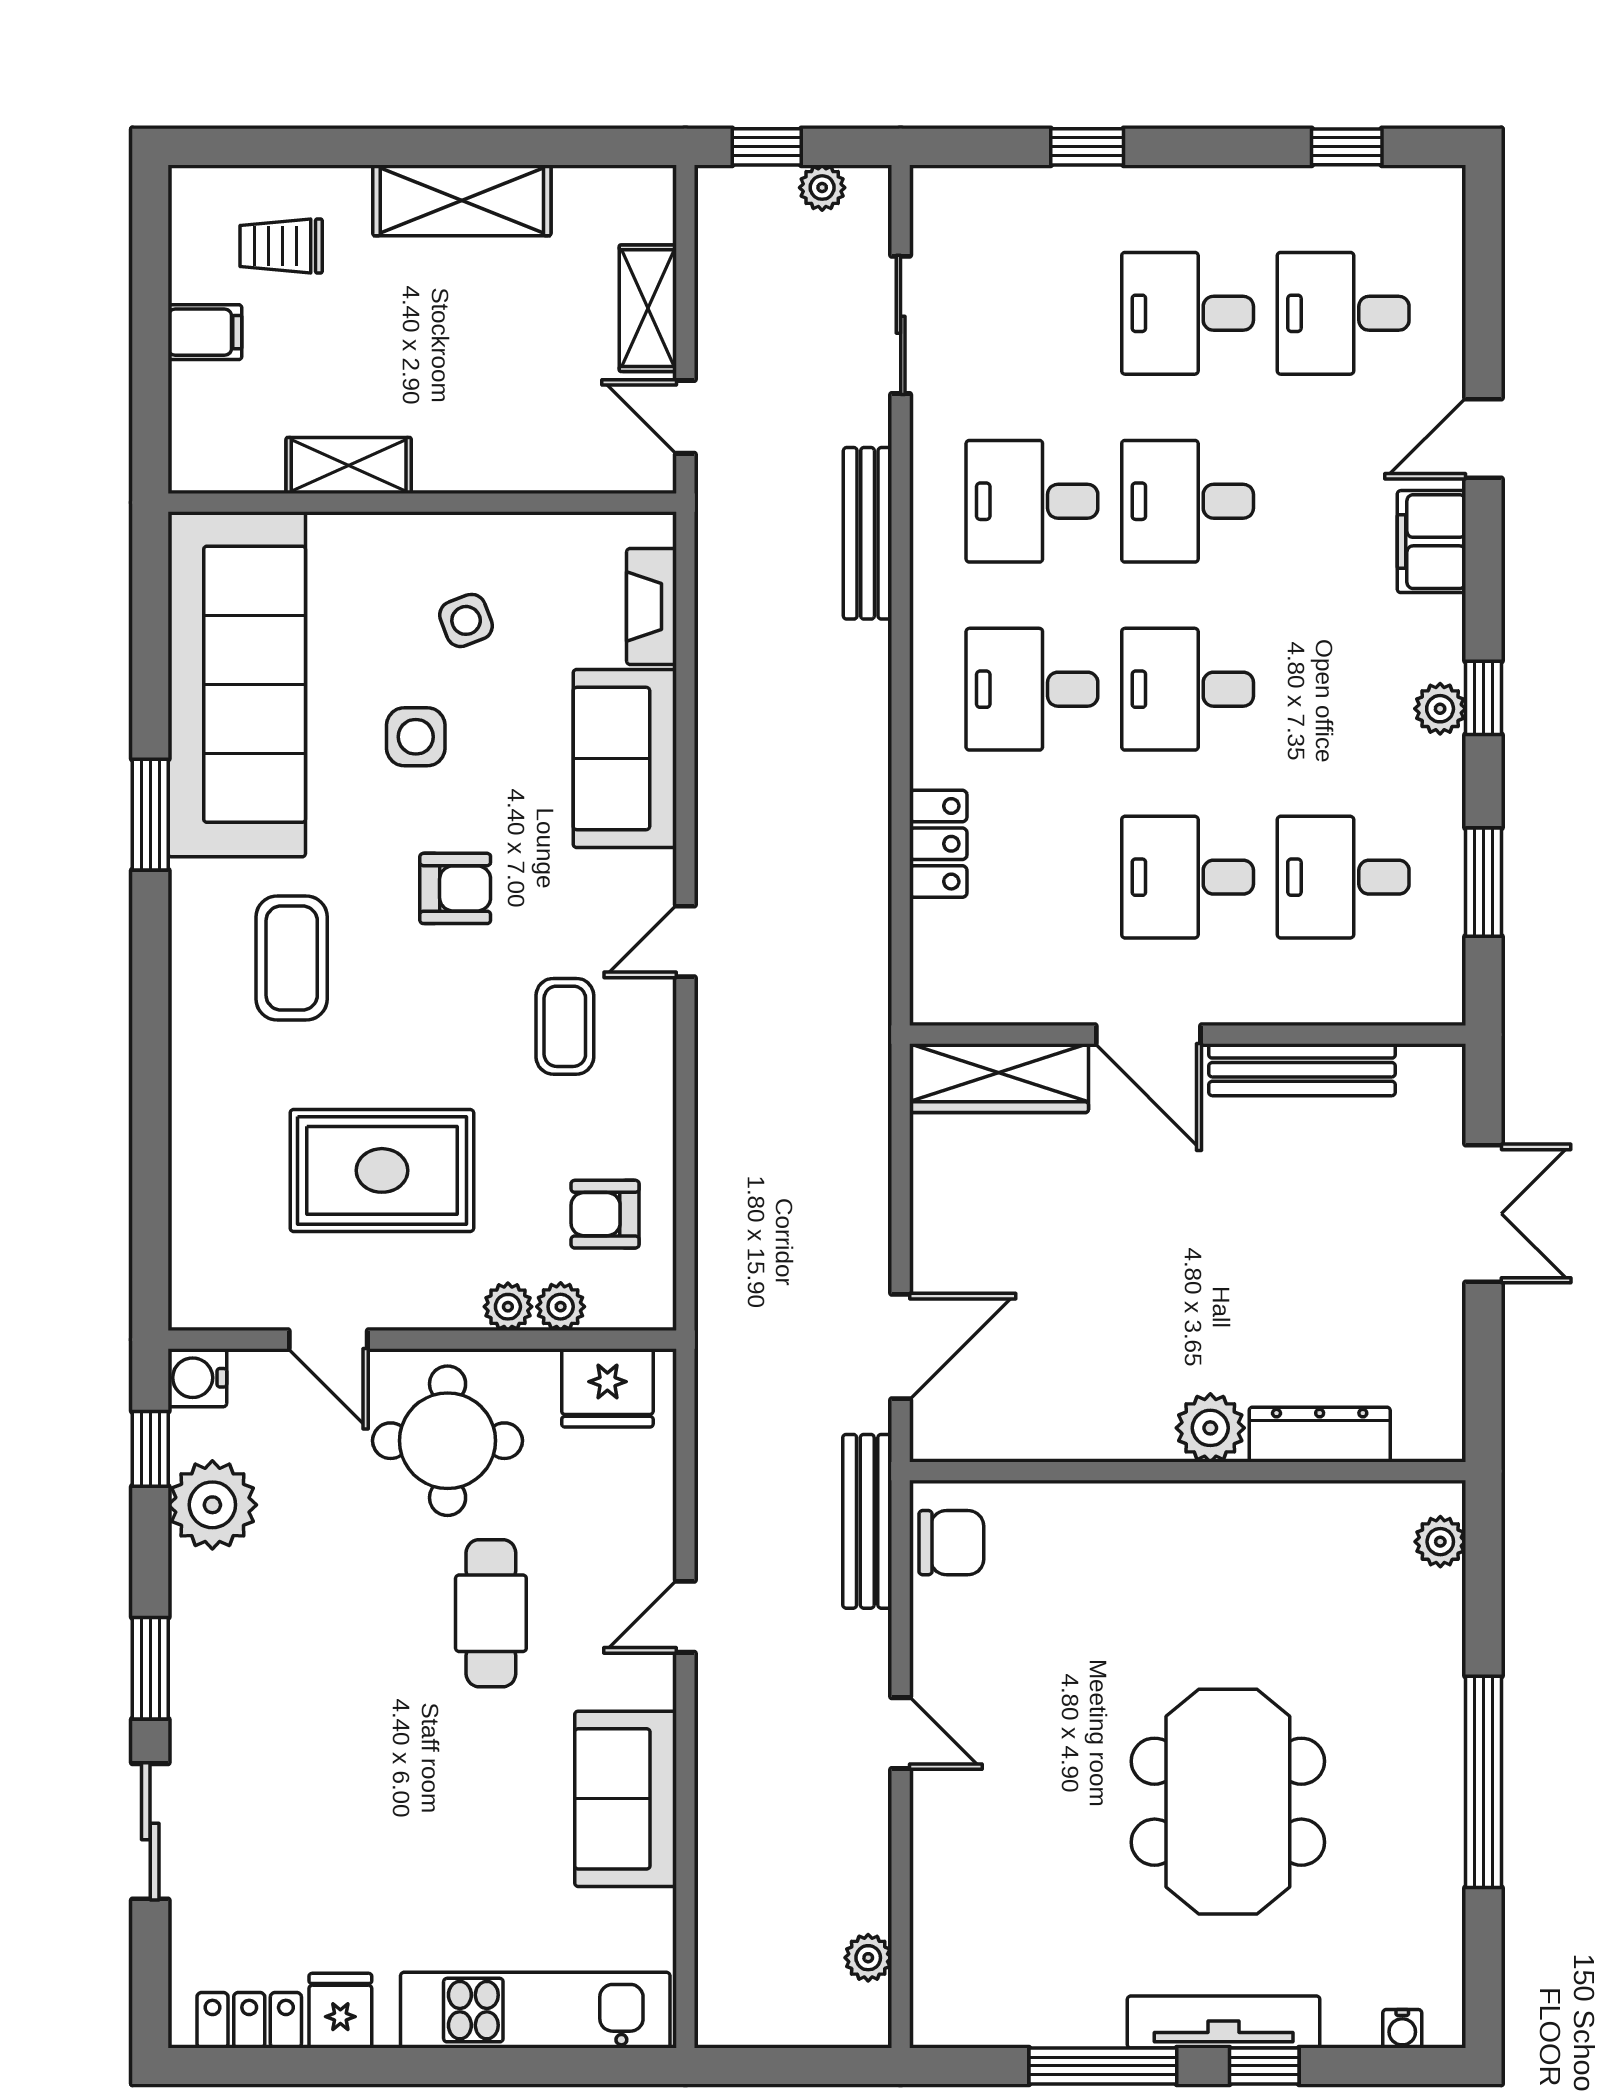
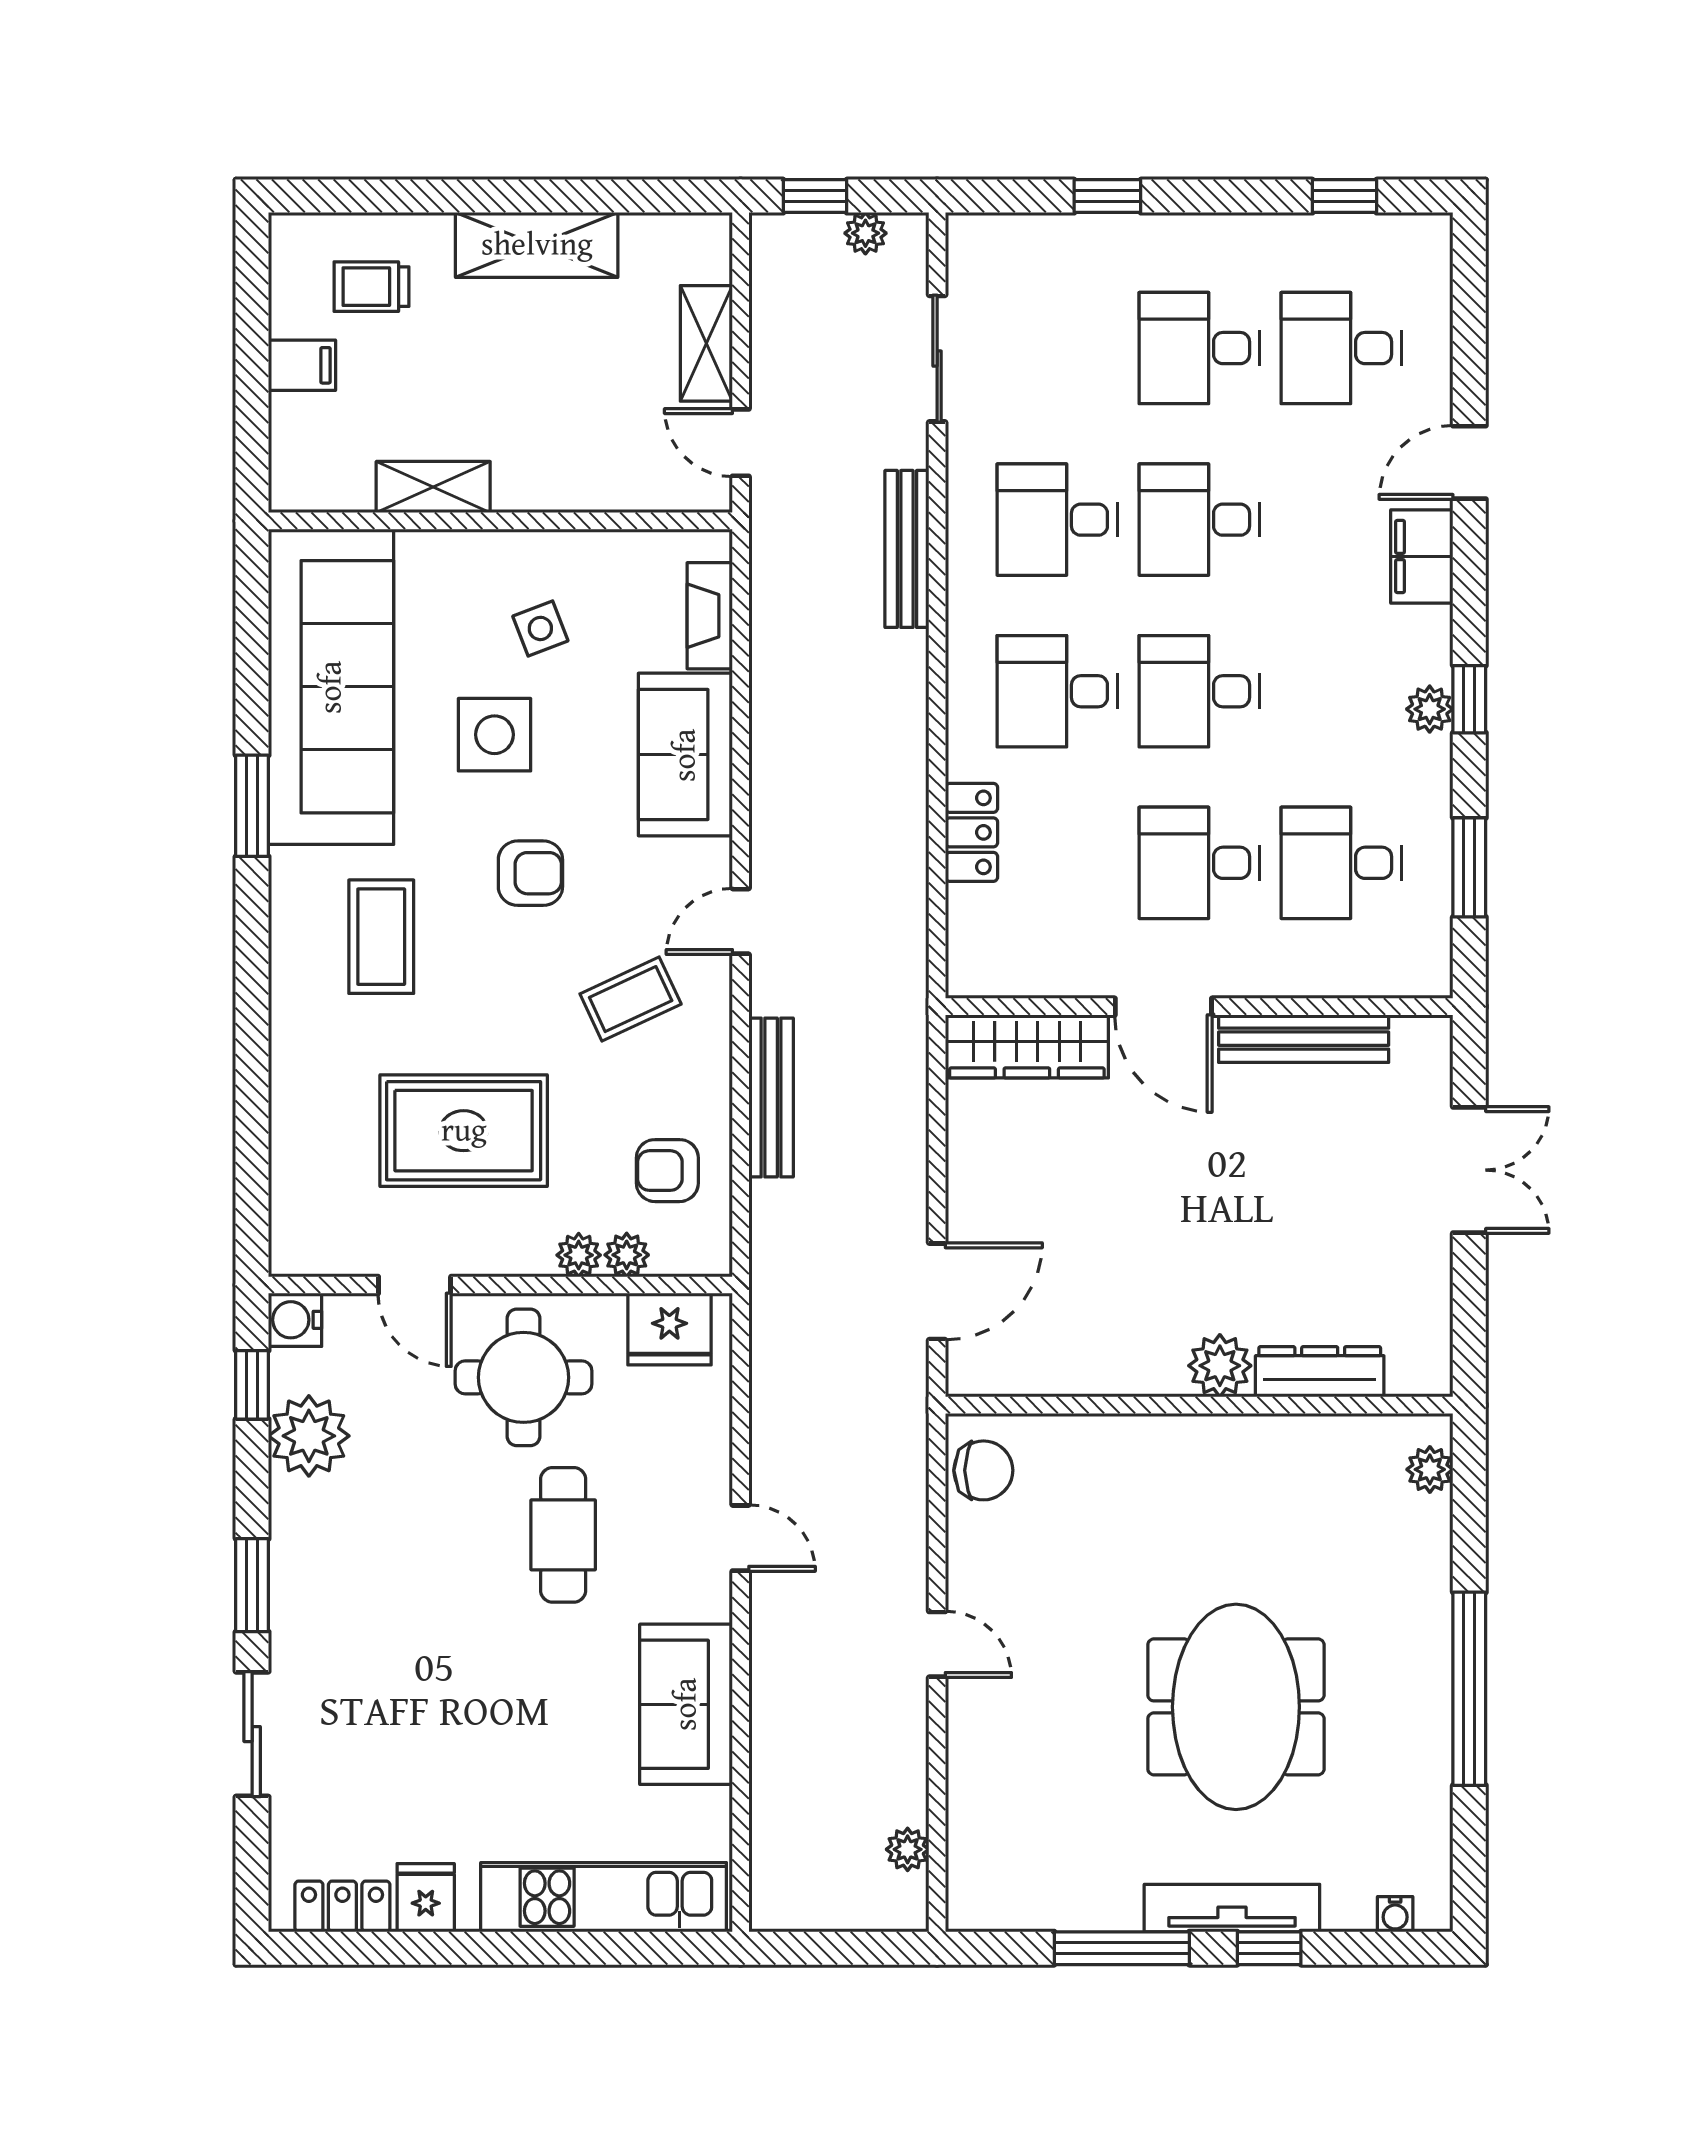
side table: (416, 737) -> (494, 735), width x1.37, depth x1.37
coffee table: (565, 1026) -> (631, 999), turned 65
bench: (867, 1521) -> (771, 1097), moved
door: (685, 1617) -> (741, 1538), swing flipped

